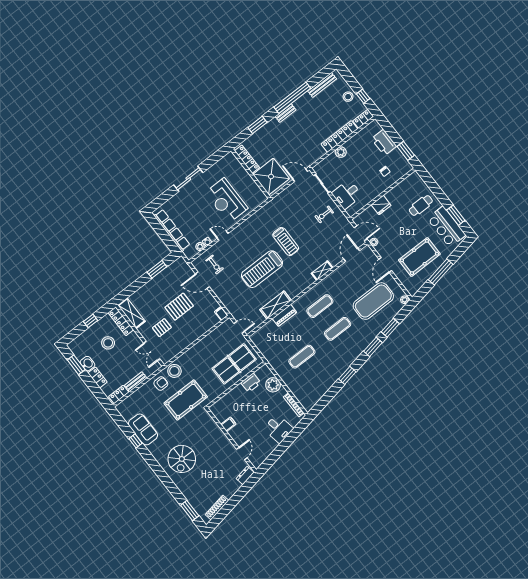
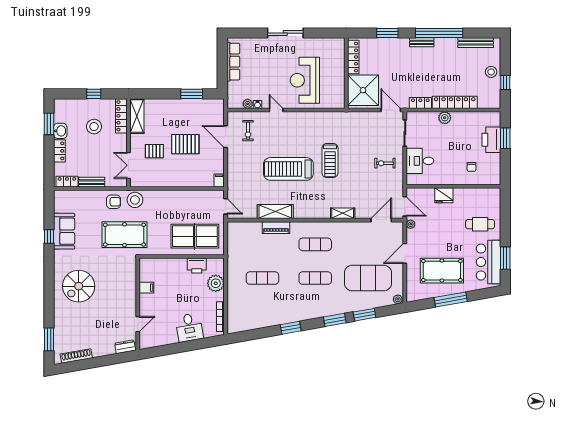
locker: (363, 119) -> (420, 103), moved
window: (406, 151) -> (505, 138), moved
row of seats: (172, 230) -> (233, 62), width x0.73

